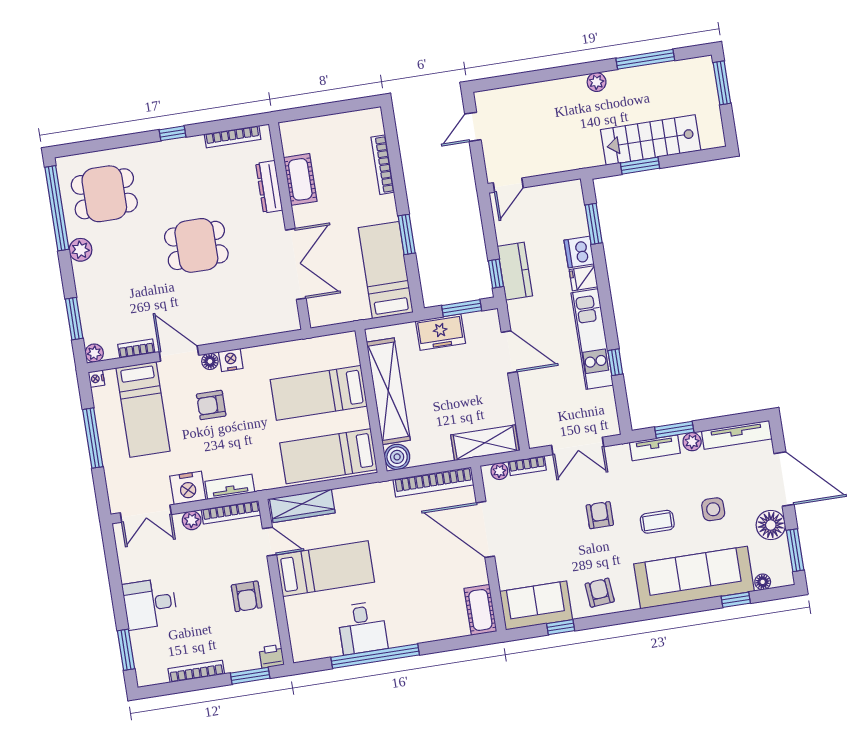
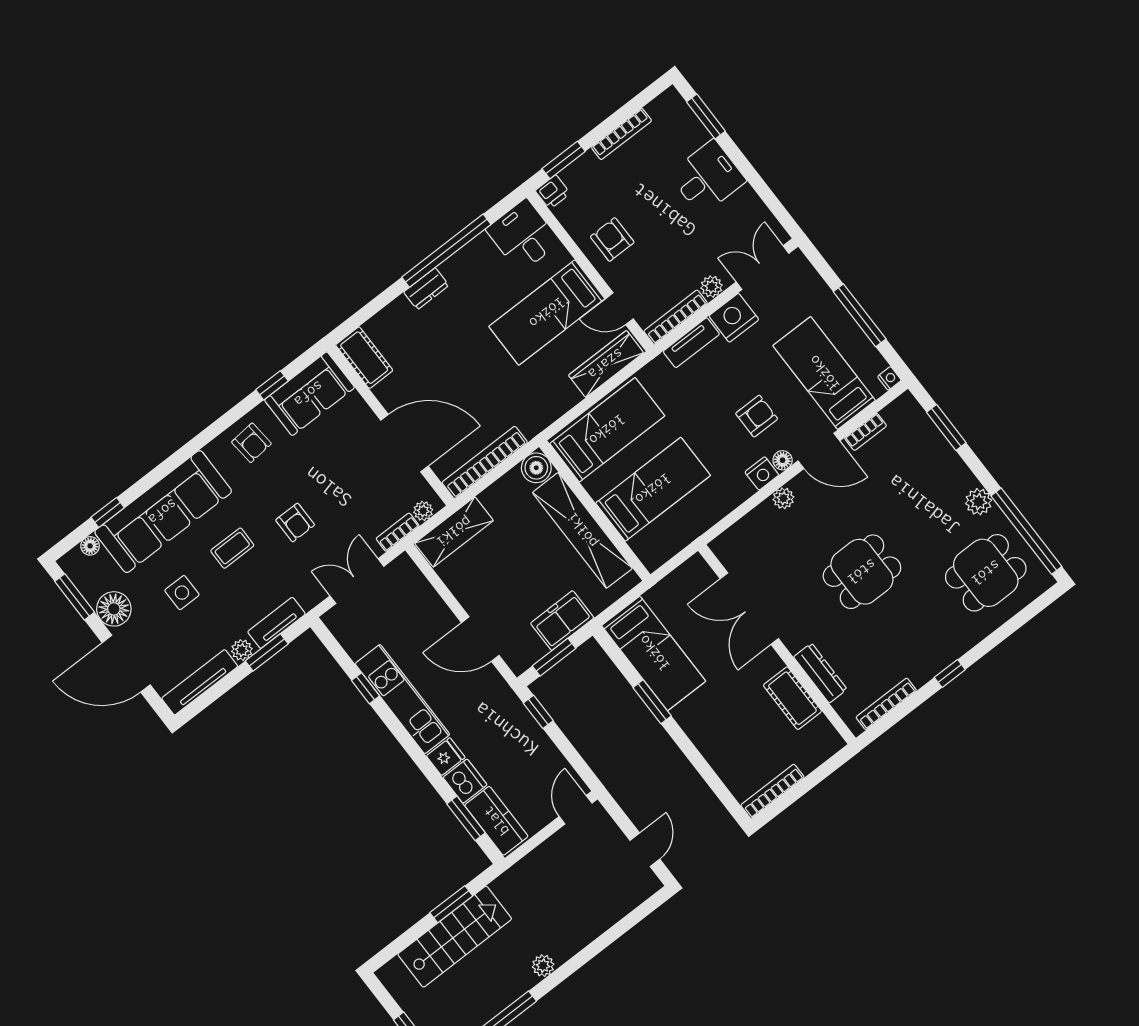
bookcase: (383, 165) -> (772, 791), moved, turned -90
kitchen counter: (515, 271) -> (496, 821), moved, turned 180
plant: (94, 353) -> (783, 498), moved
desk: (362, 628) -> (523, 236), moved
dresser: (406, 636) -> (426, 289), added

